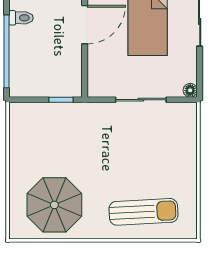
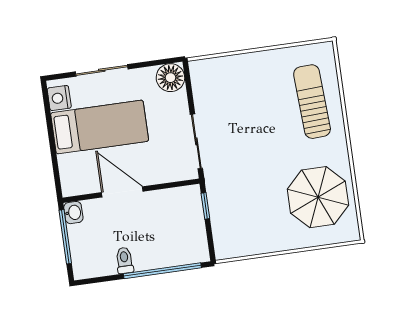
floor lamp: (190, 90) -> (170, 78), width x1.89, depth x1.89
sliding door: (141, 100) -> (196, 141), moved

